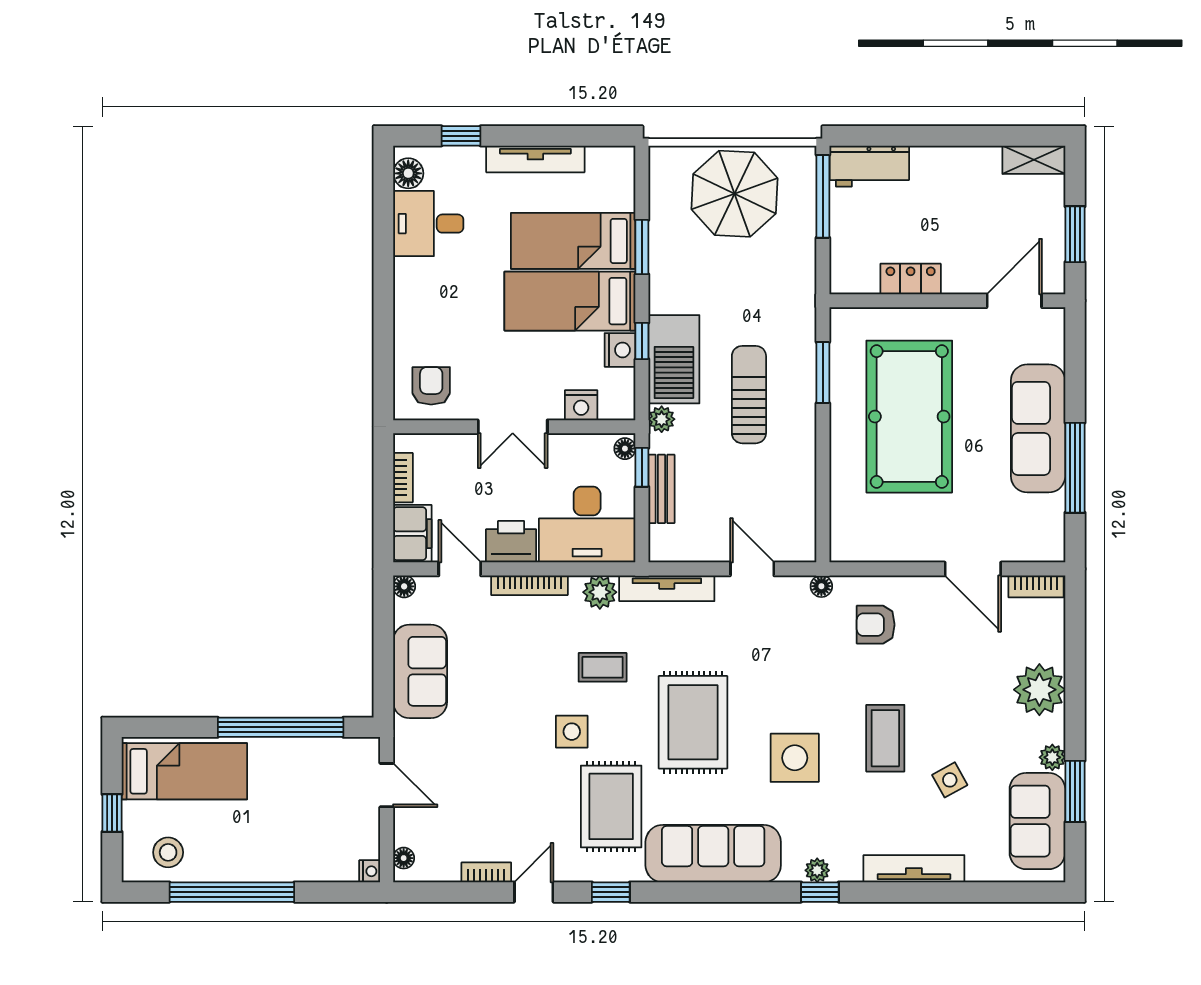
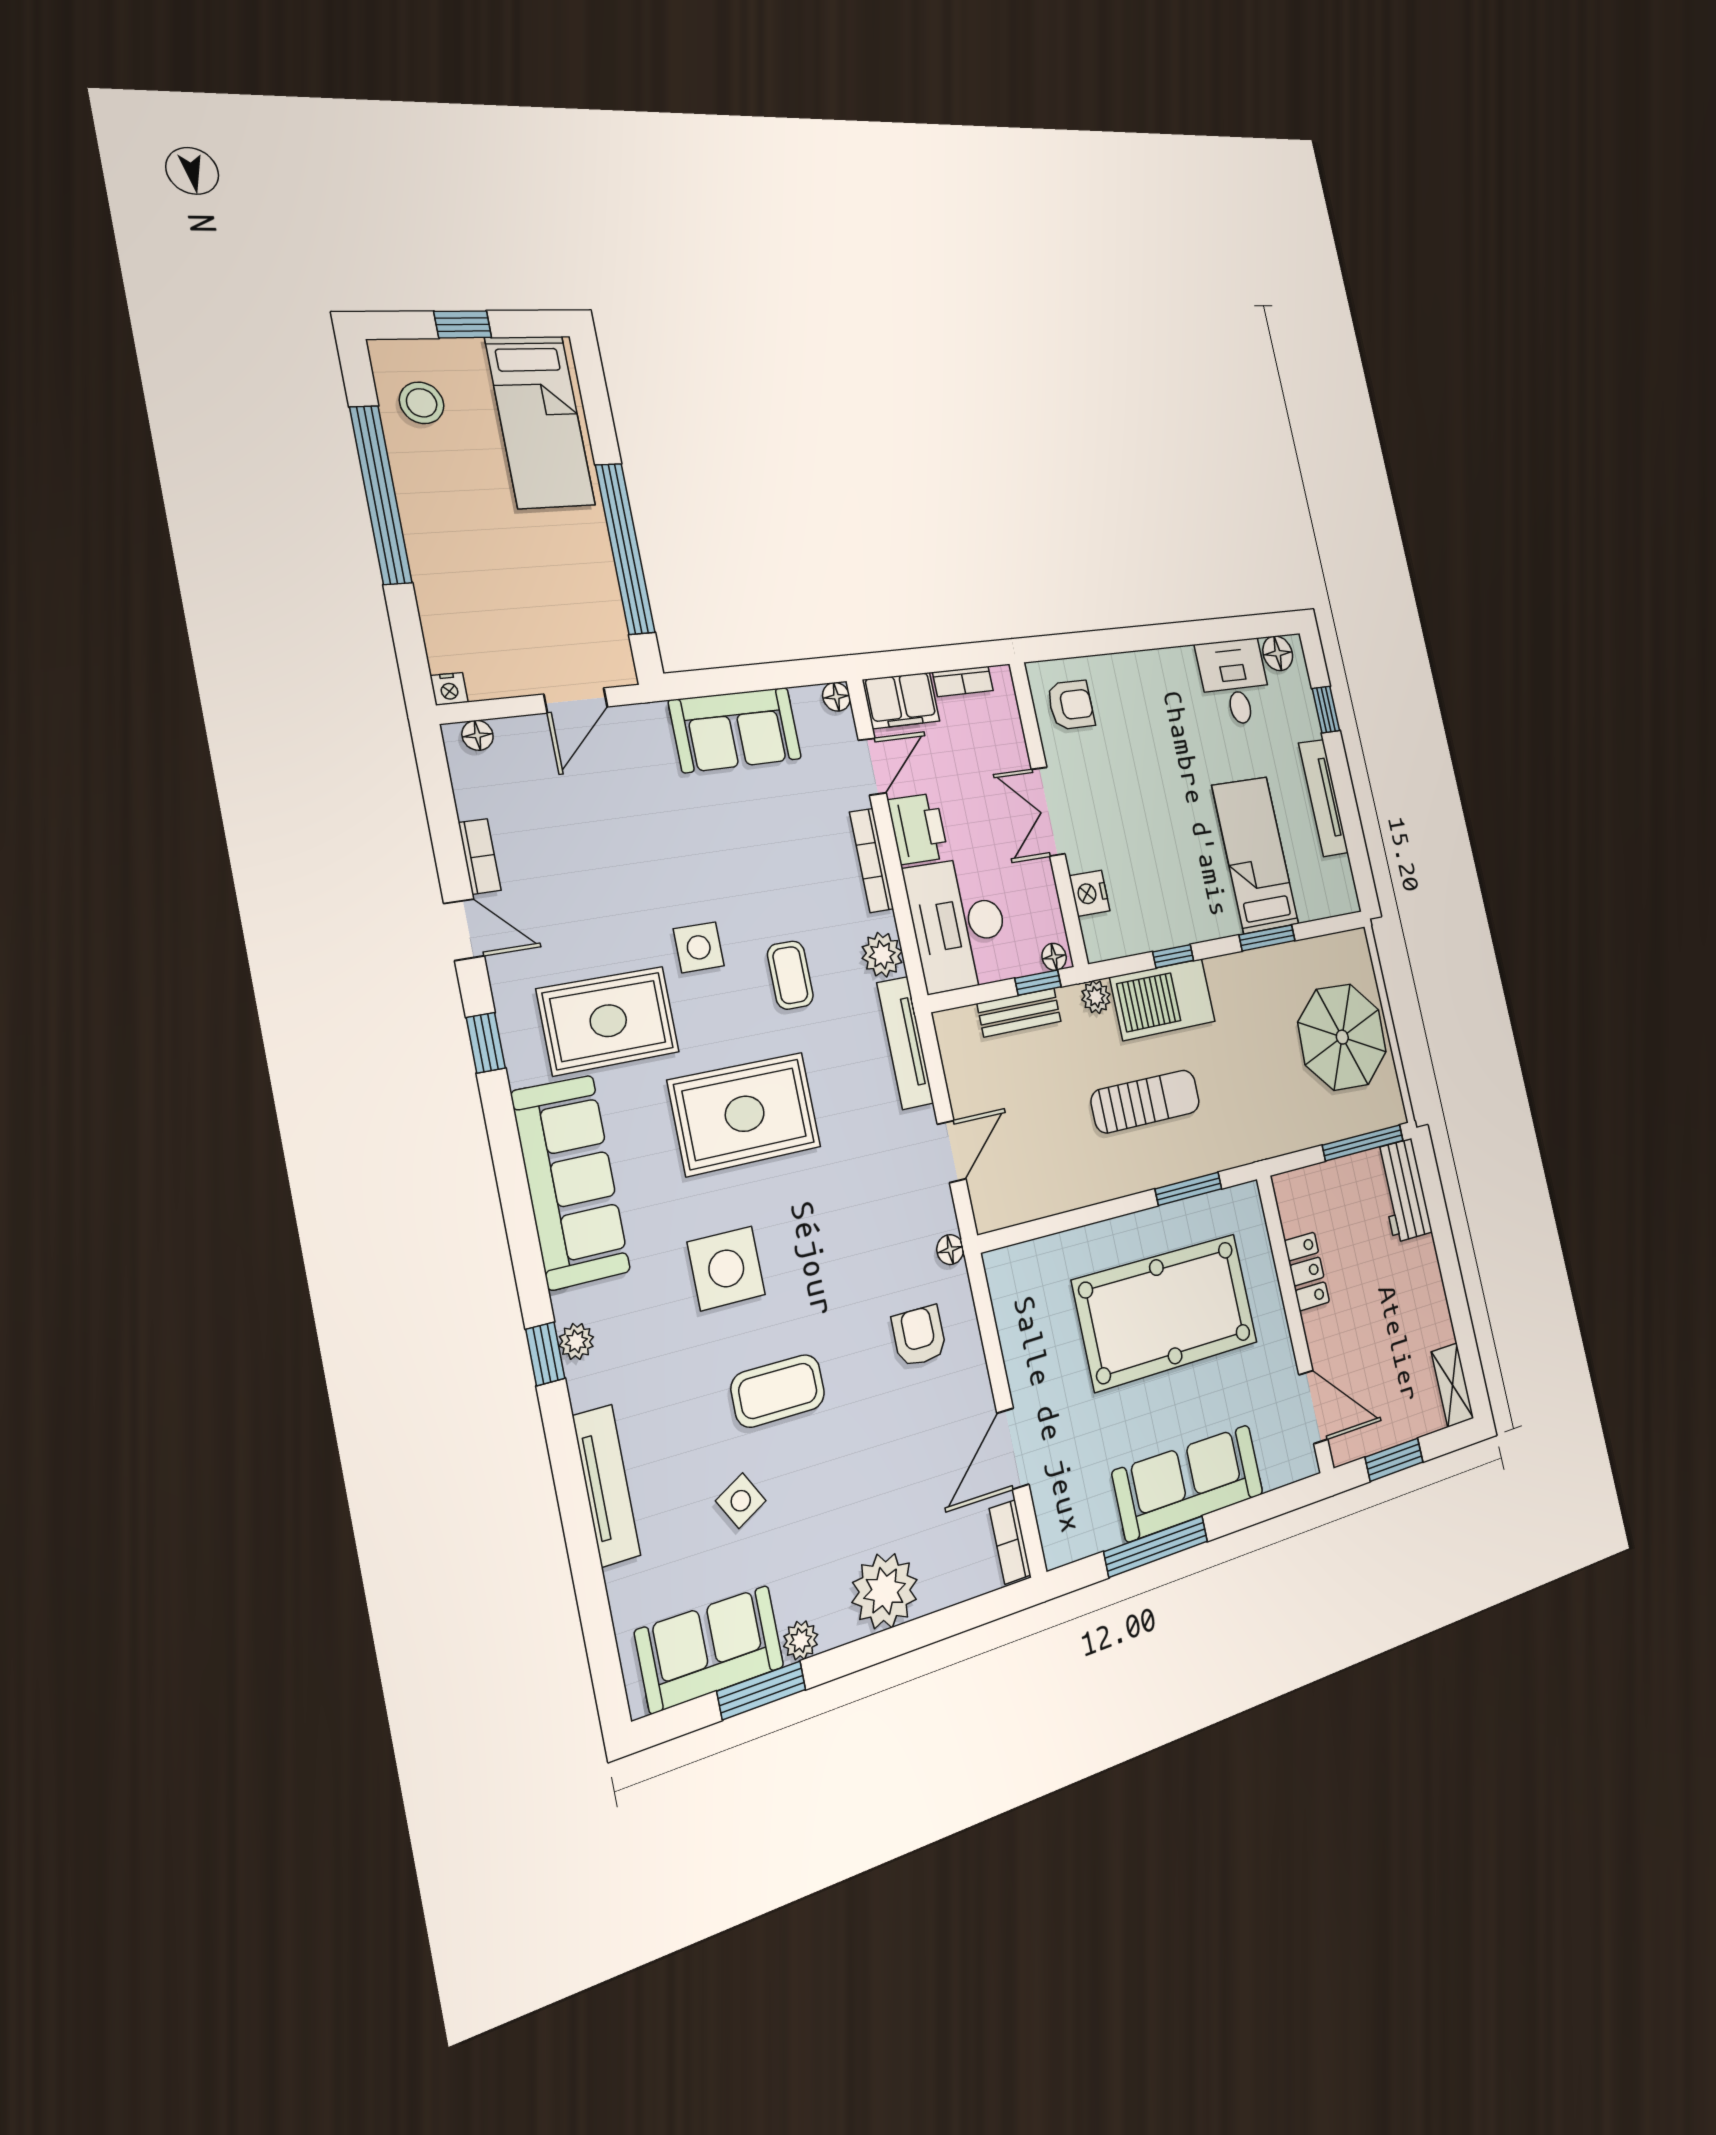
bed: (570, 301) -> (1195, 861), removed
nightstand: (620, 350) -> (1158, 931), removed

